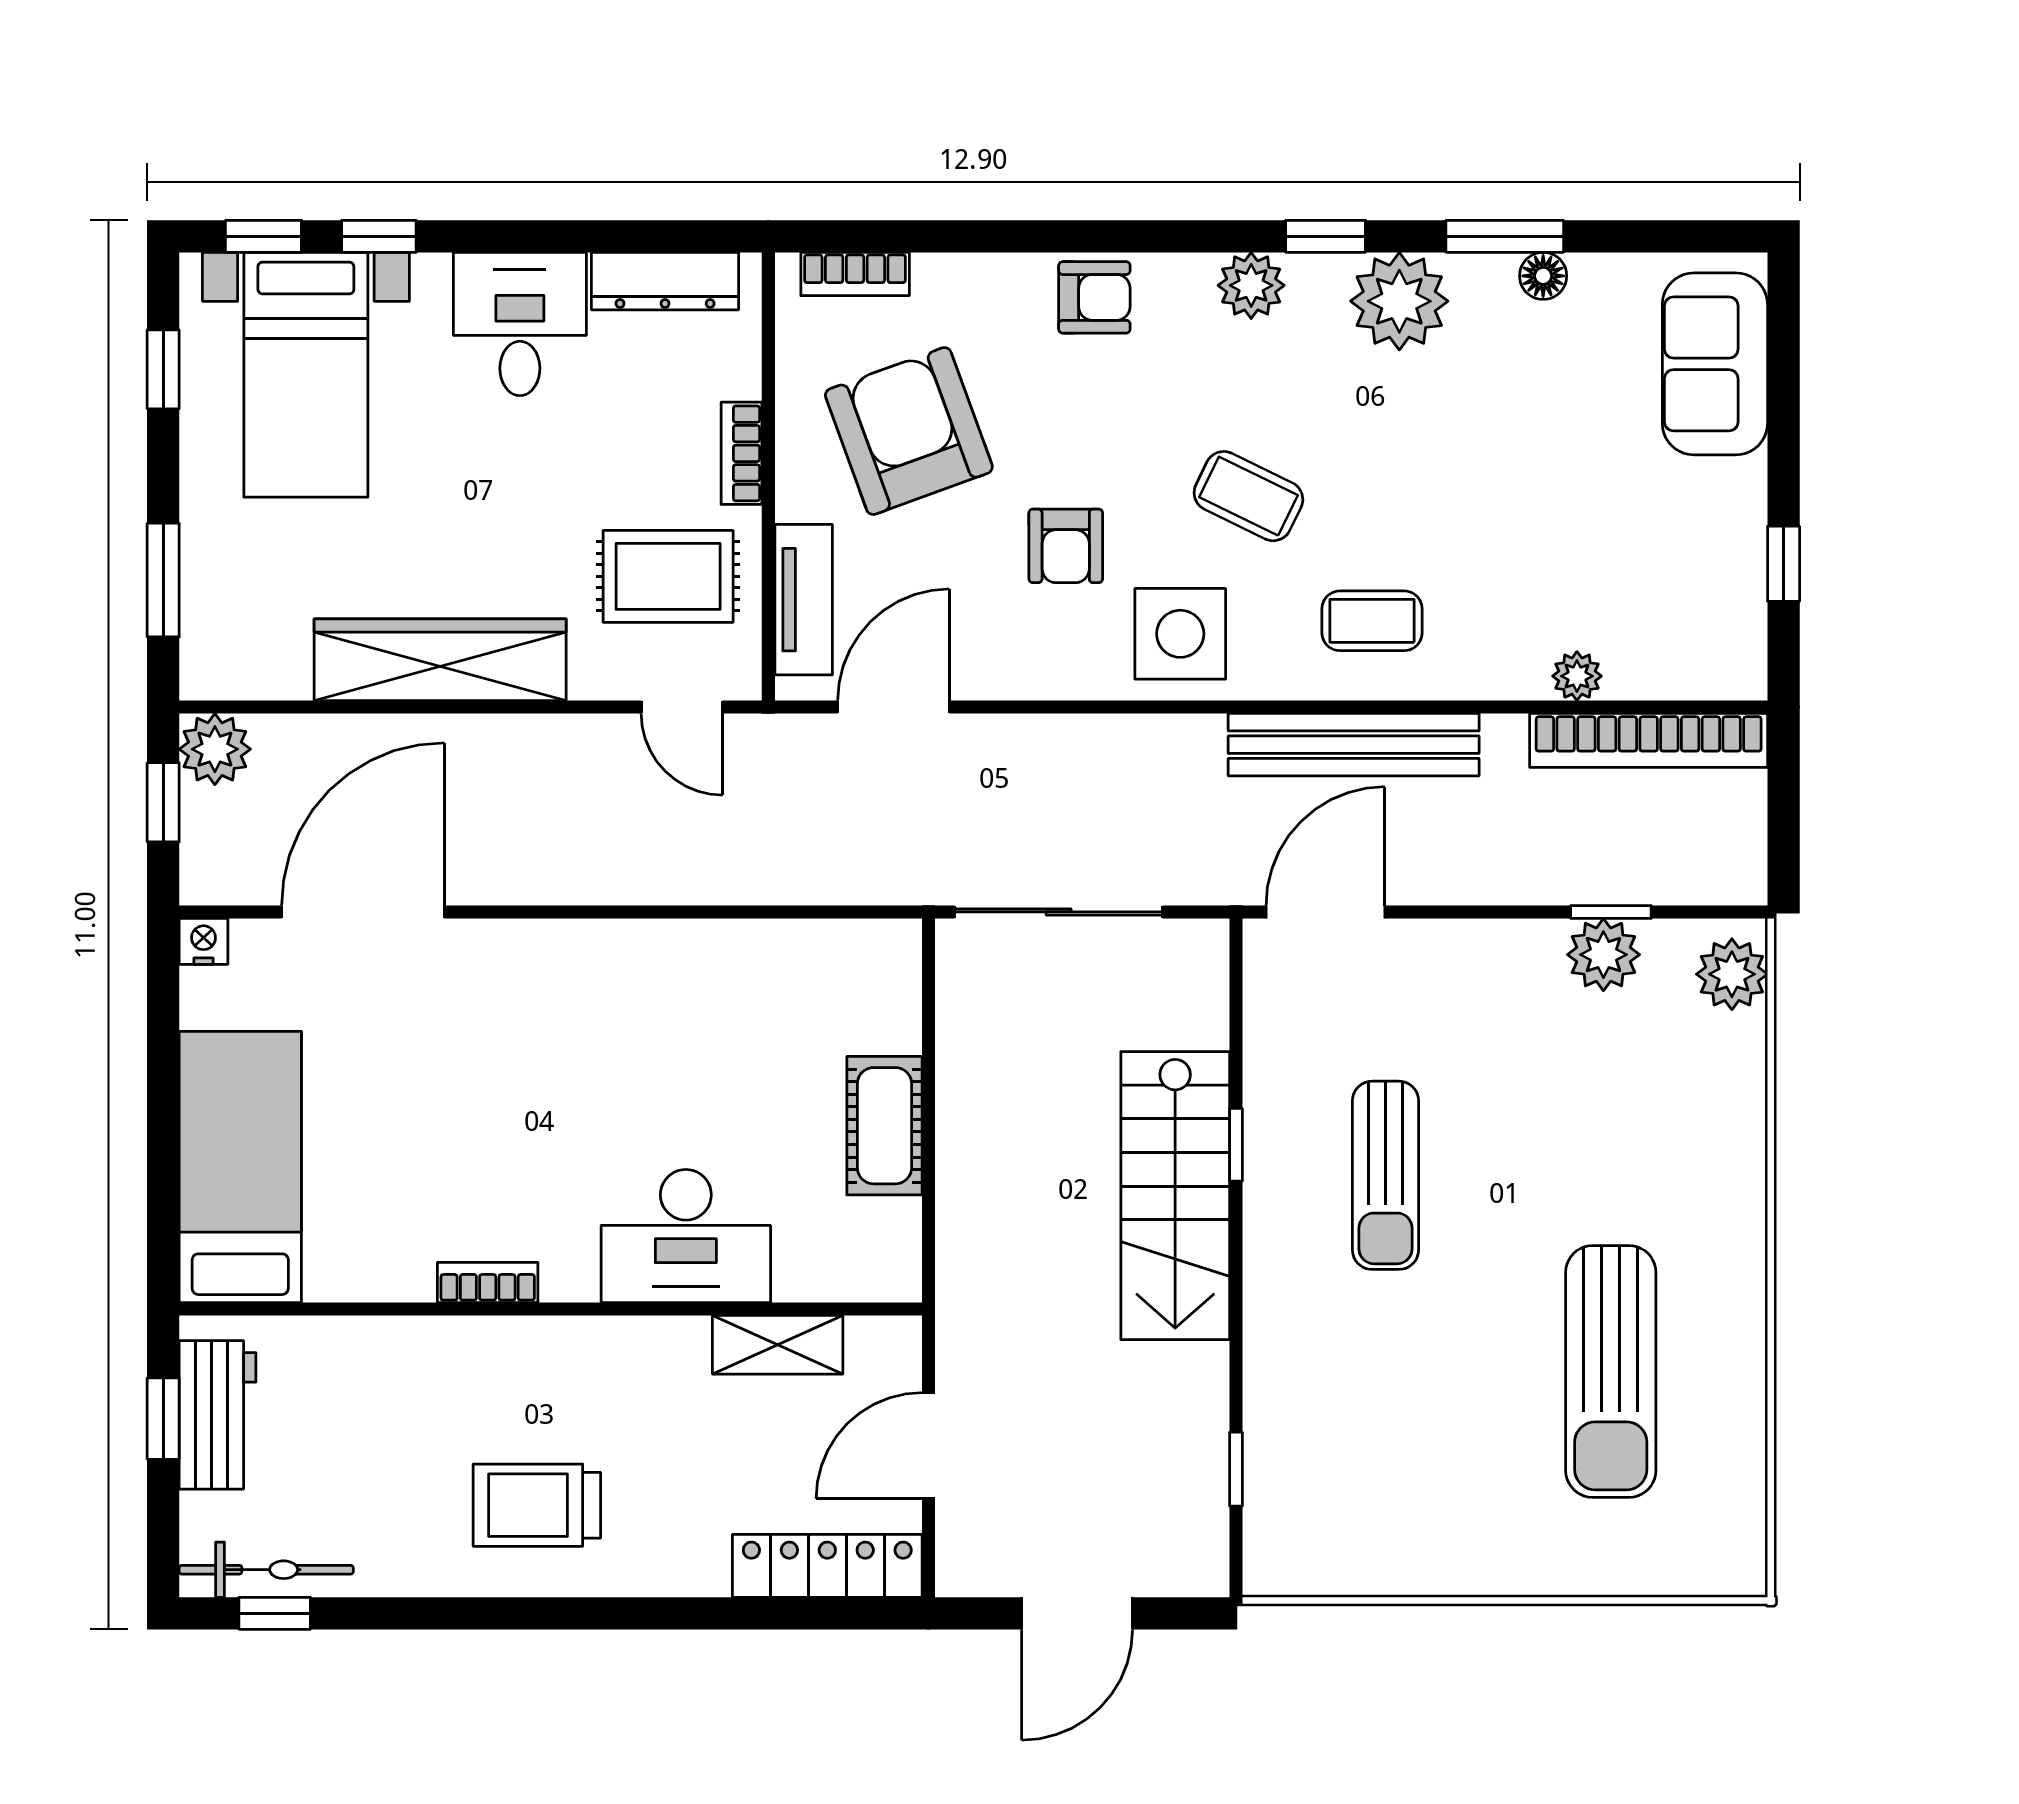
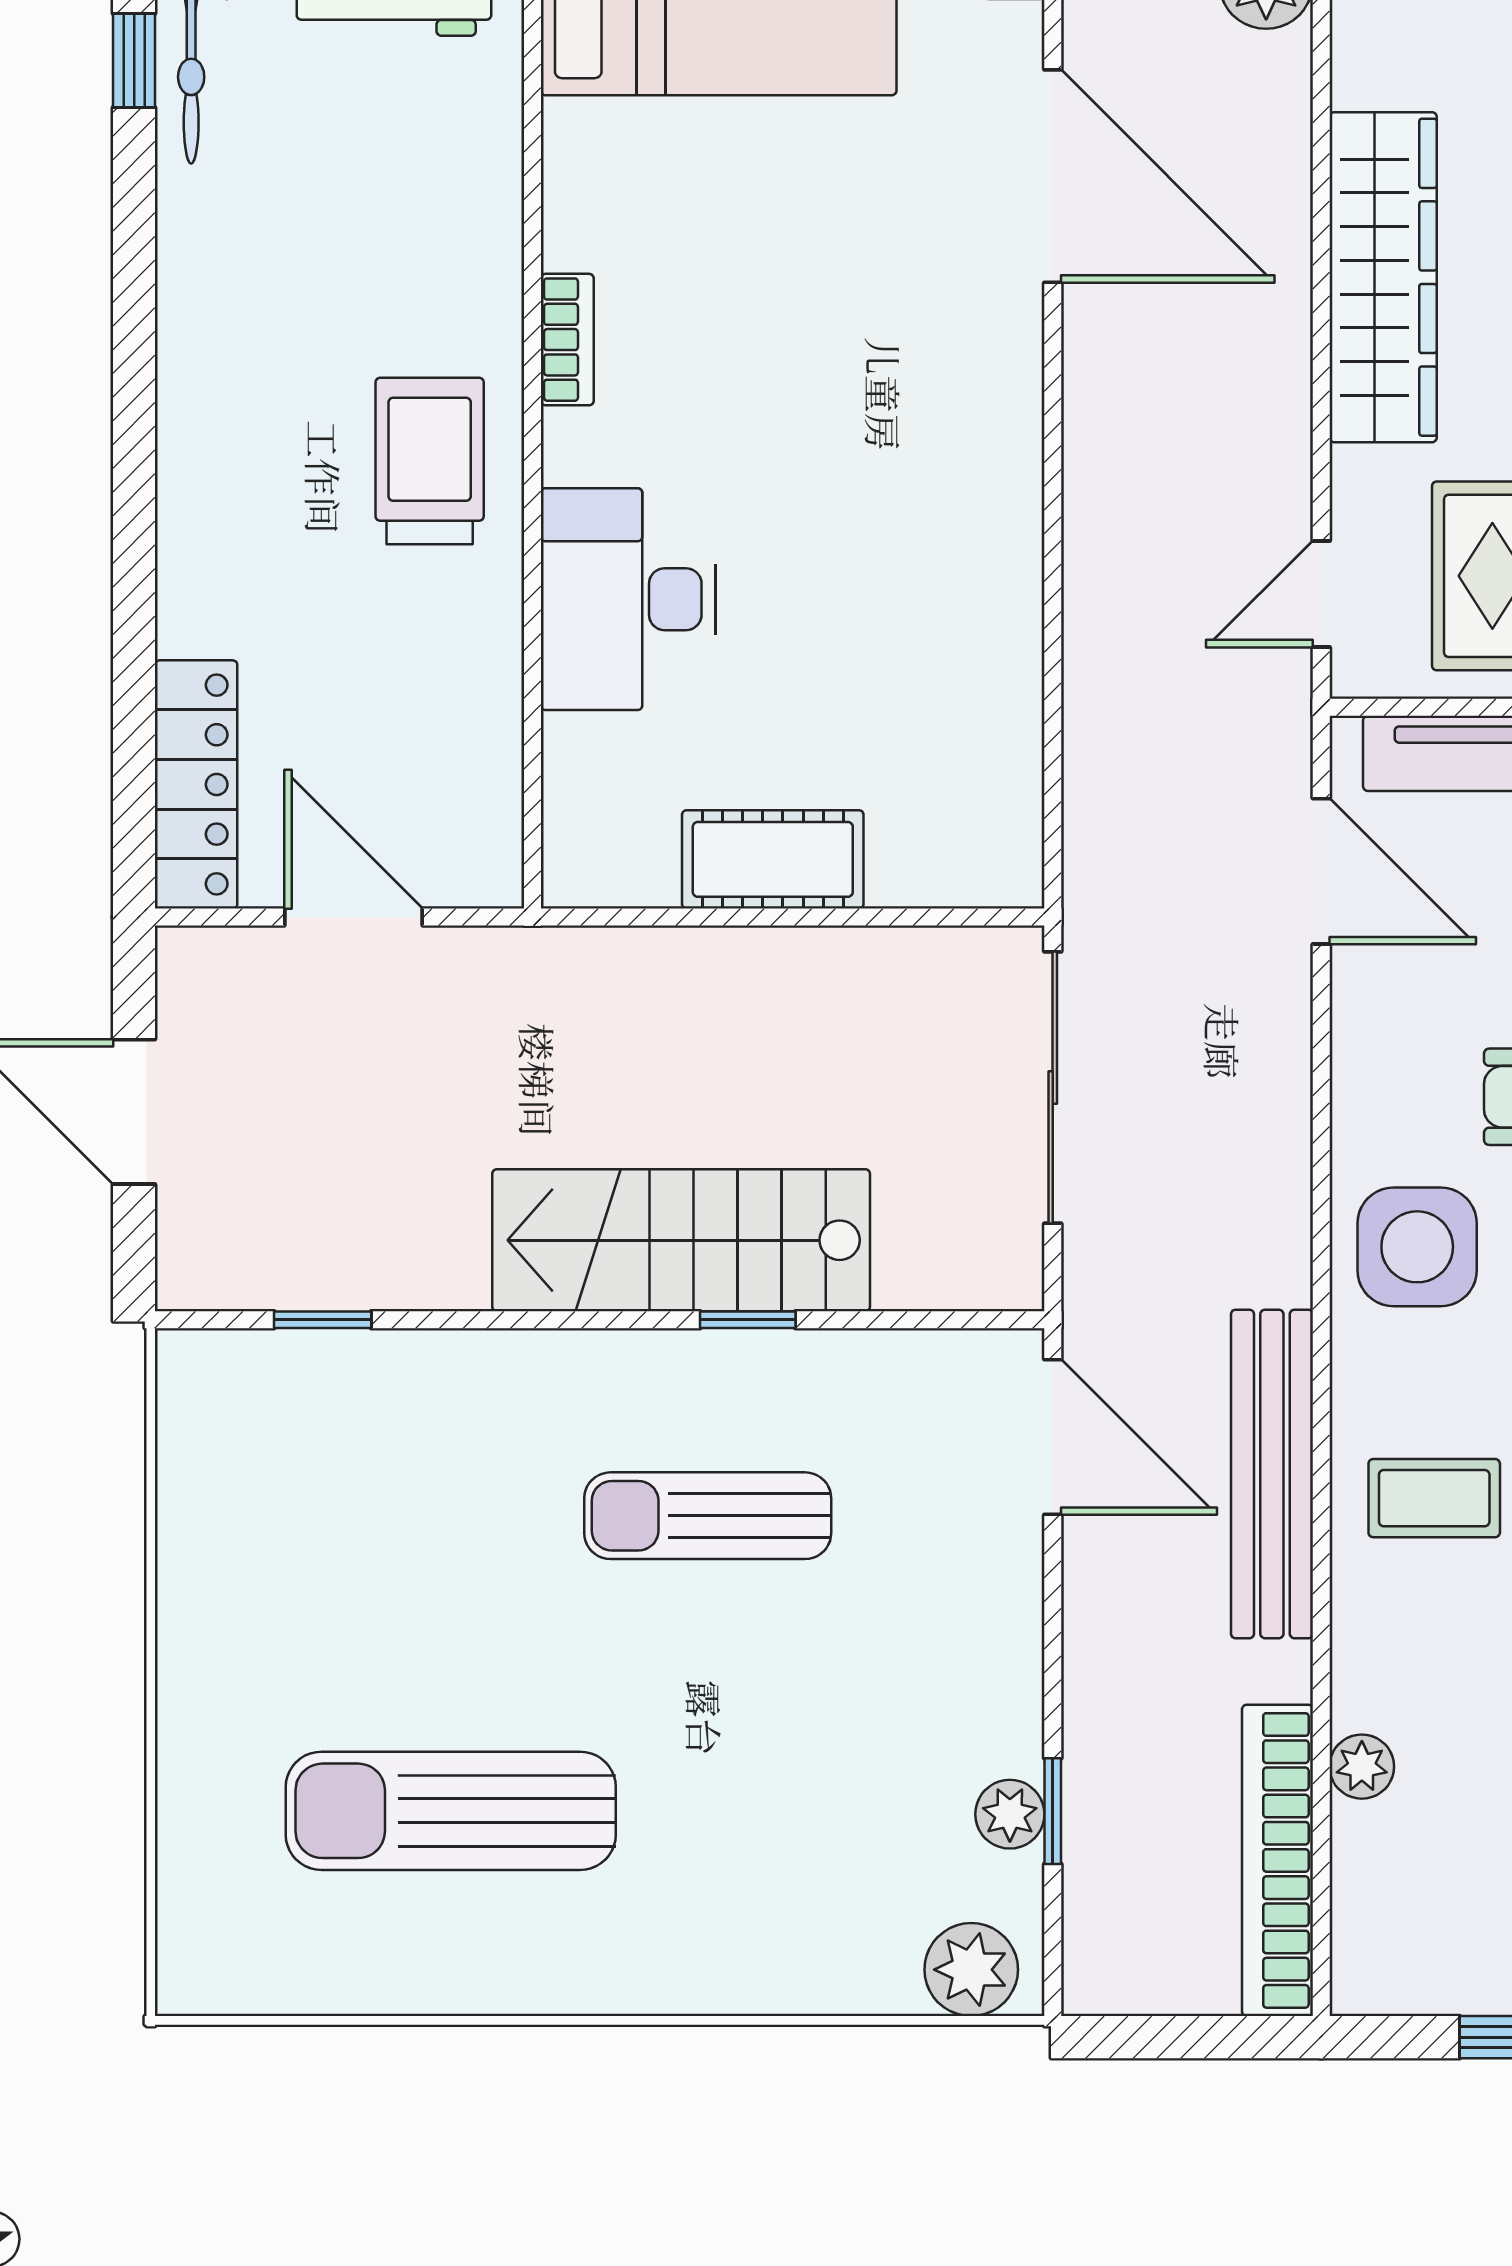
coffee table: (1372, 621) -> (1434, 1498), turned 90
plant: (1603, 955) -> (1010, 1814), width x0.73, depth x0.73
shelving: (778, 1345) -> (486, 719), removed
trolley: (537, 1505) -> (430, 461), moved

